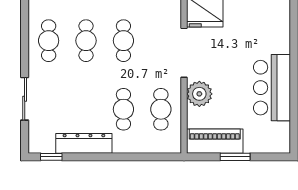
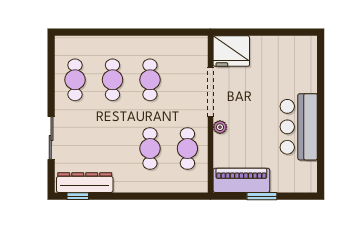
plant: (199, 94) -> (220, 127), width x0.53, depth x0.53
dresser: (84, 143) -> (85, 183), moved

